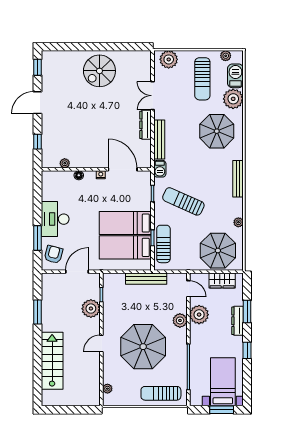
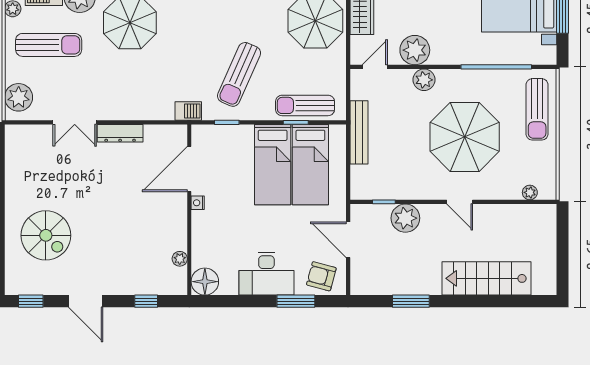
spiral stairs: (99, 71) -> (46, 235), moved
bench: (159, 140) -> (143, 112), removed
floor lamp: (79, 175) -> (205, 282), moved, width x1.89, depth x1.89

